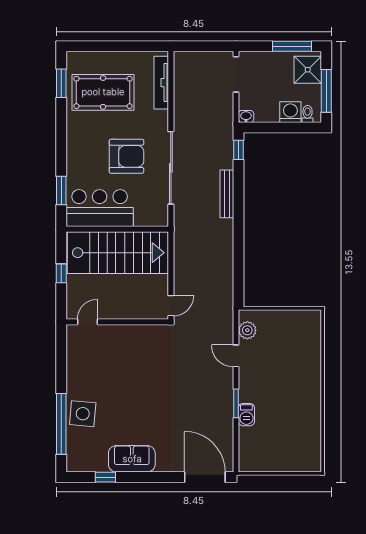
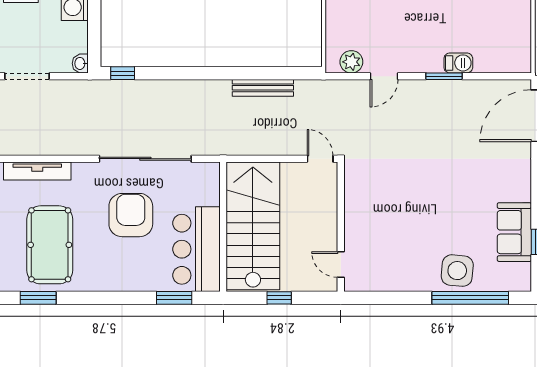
bench: (227, 194) -> (263, 88), moved
sofa: (132, 459) -> (514, 232), moved

